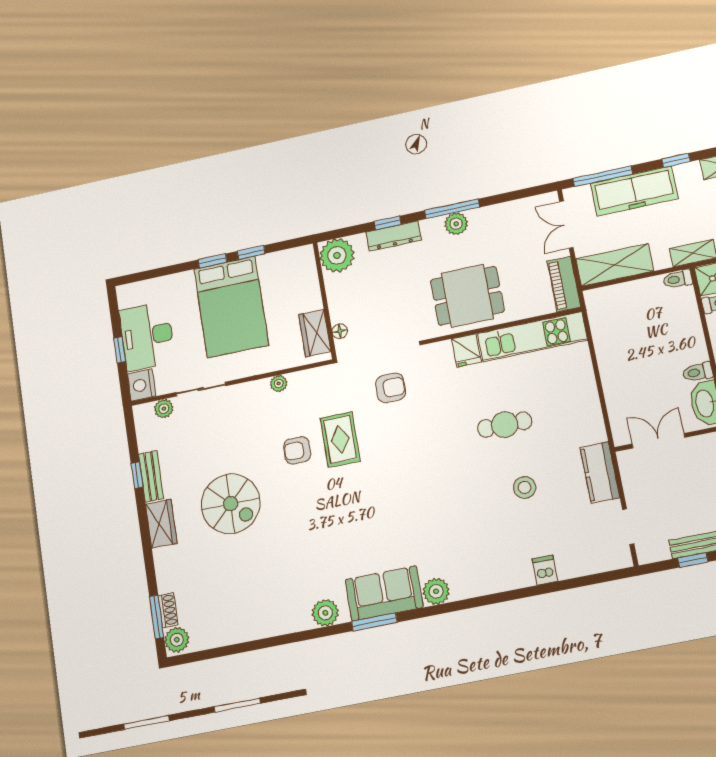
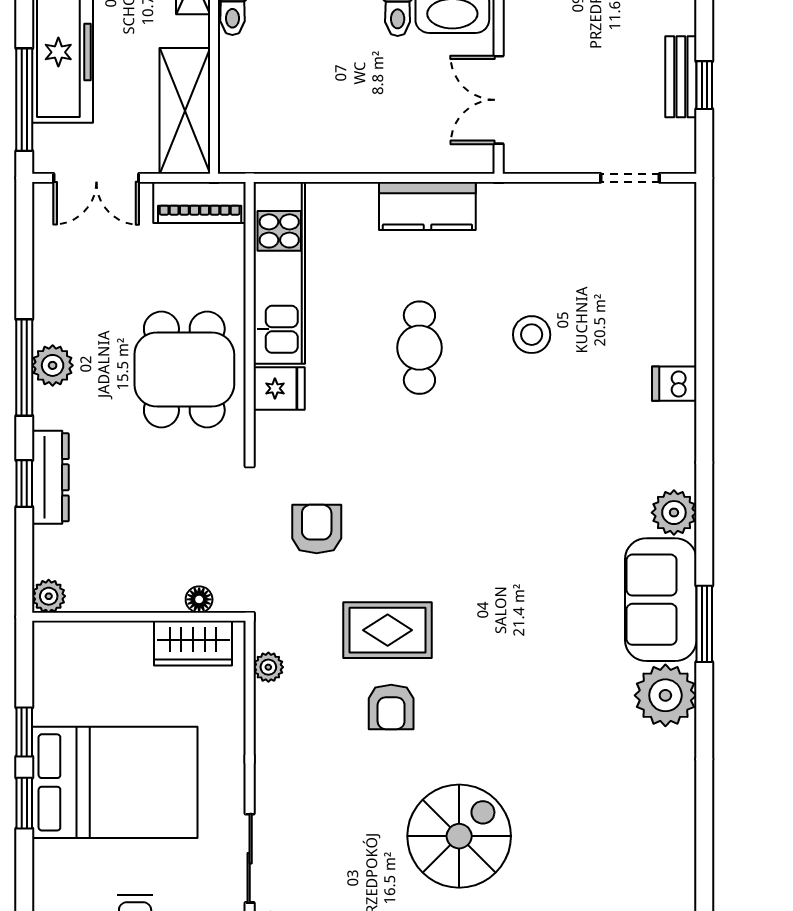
plant: (337, 255) -> (49, 596), width x0.53, depth x0.53
plant: (279, 383) -> (268, 667), moved
kitchen counter: (600, 472) -> (427, 206), moved
dishwasher: (545, 570) -> (674, 384), moved
plant: (325, 613) -> (665, 695), width x1.36, depth x1.36

